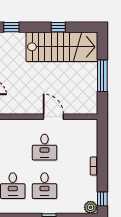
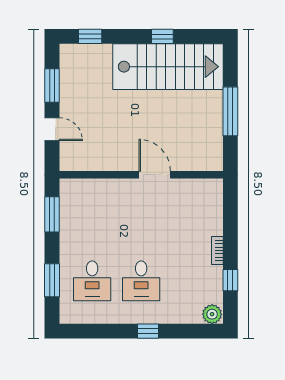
desk: (45, 147) -> (141, 221), removed
window: (102, 199) -> (230, 280), moved

